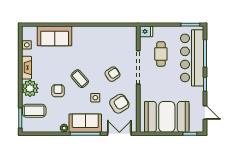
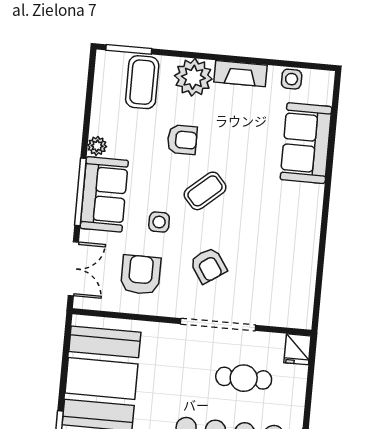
armchair: (119, 104) -> (141, 275), turned -147

